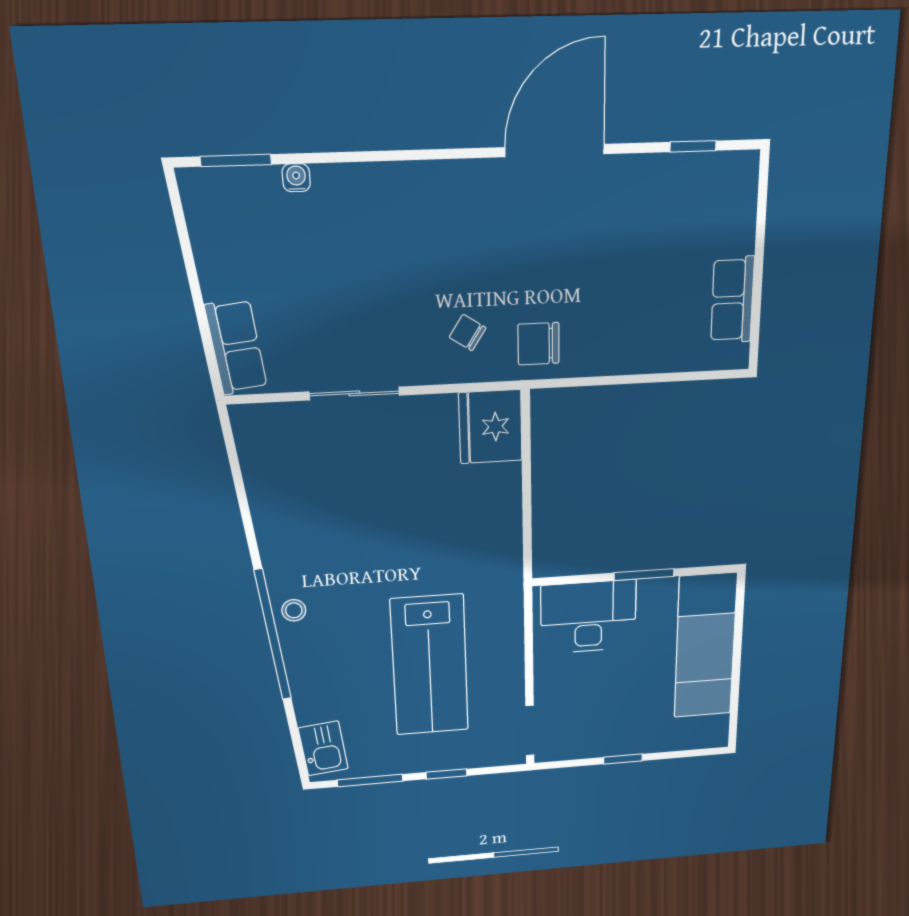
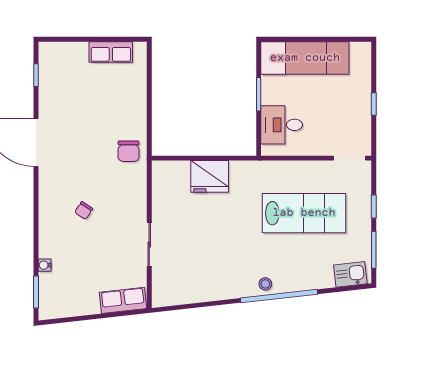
chair: (468, 333) -> (84, 210), moved
fridge: (491, 427) -> (210, 176), moved
desk: (588, 617) -> (282, 125), width x0.73

